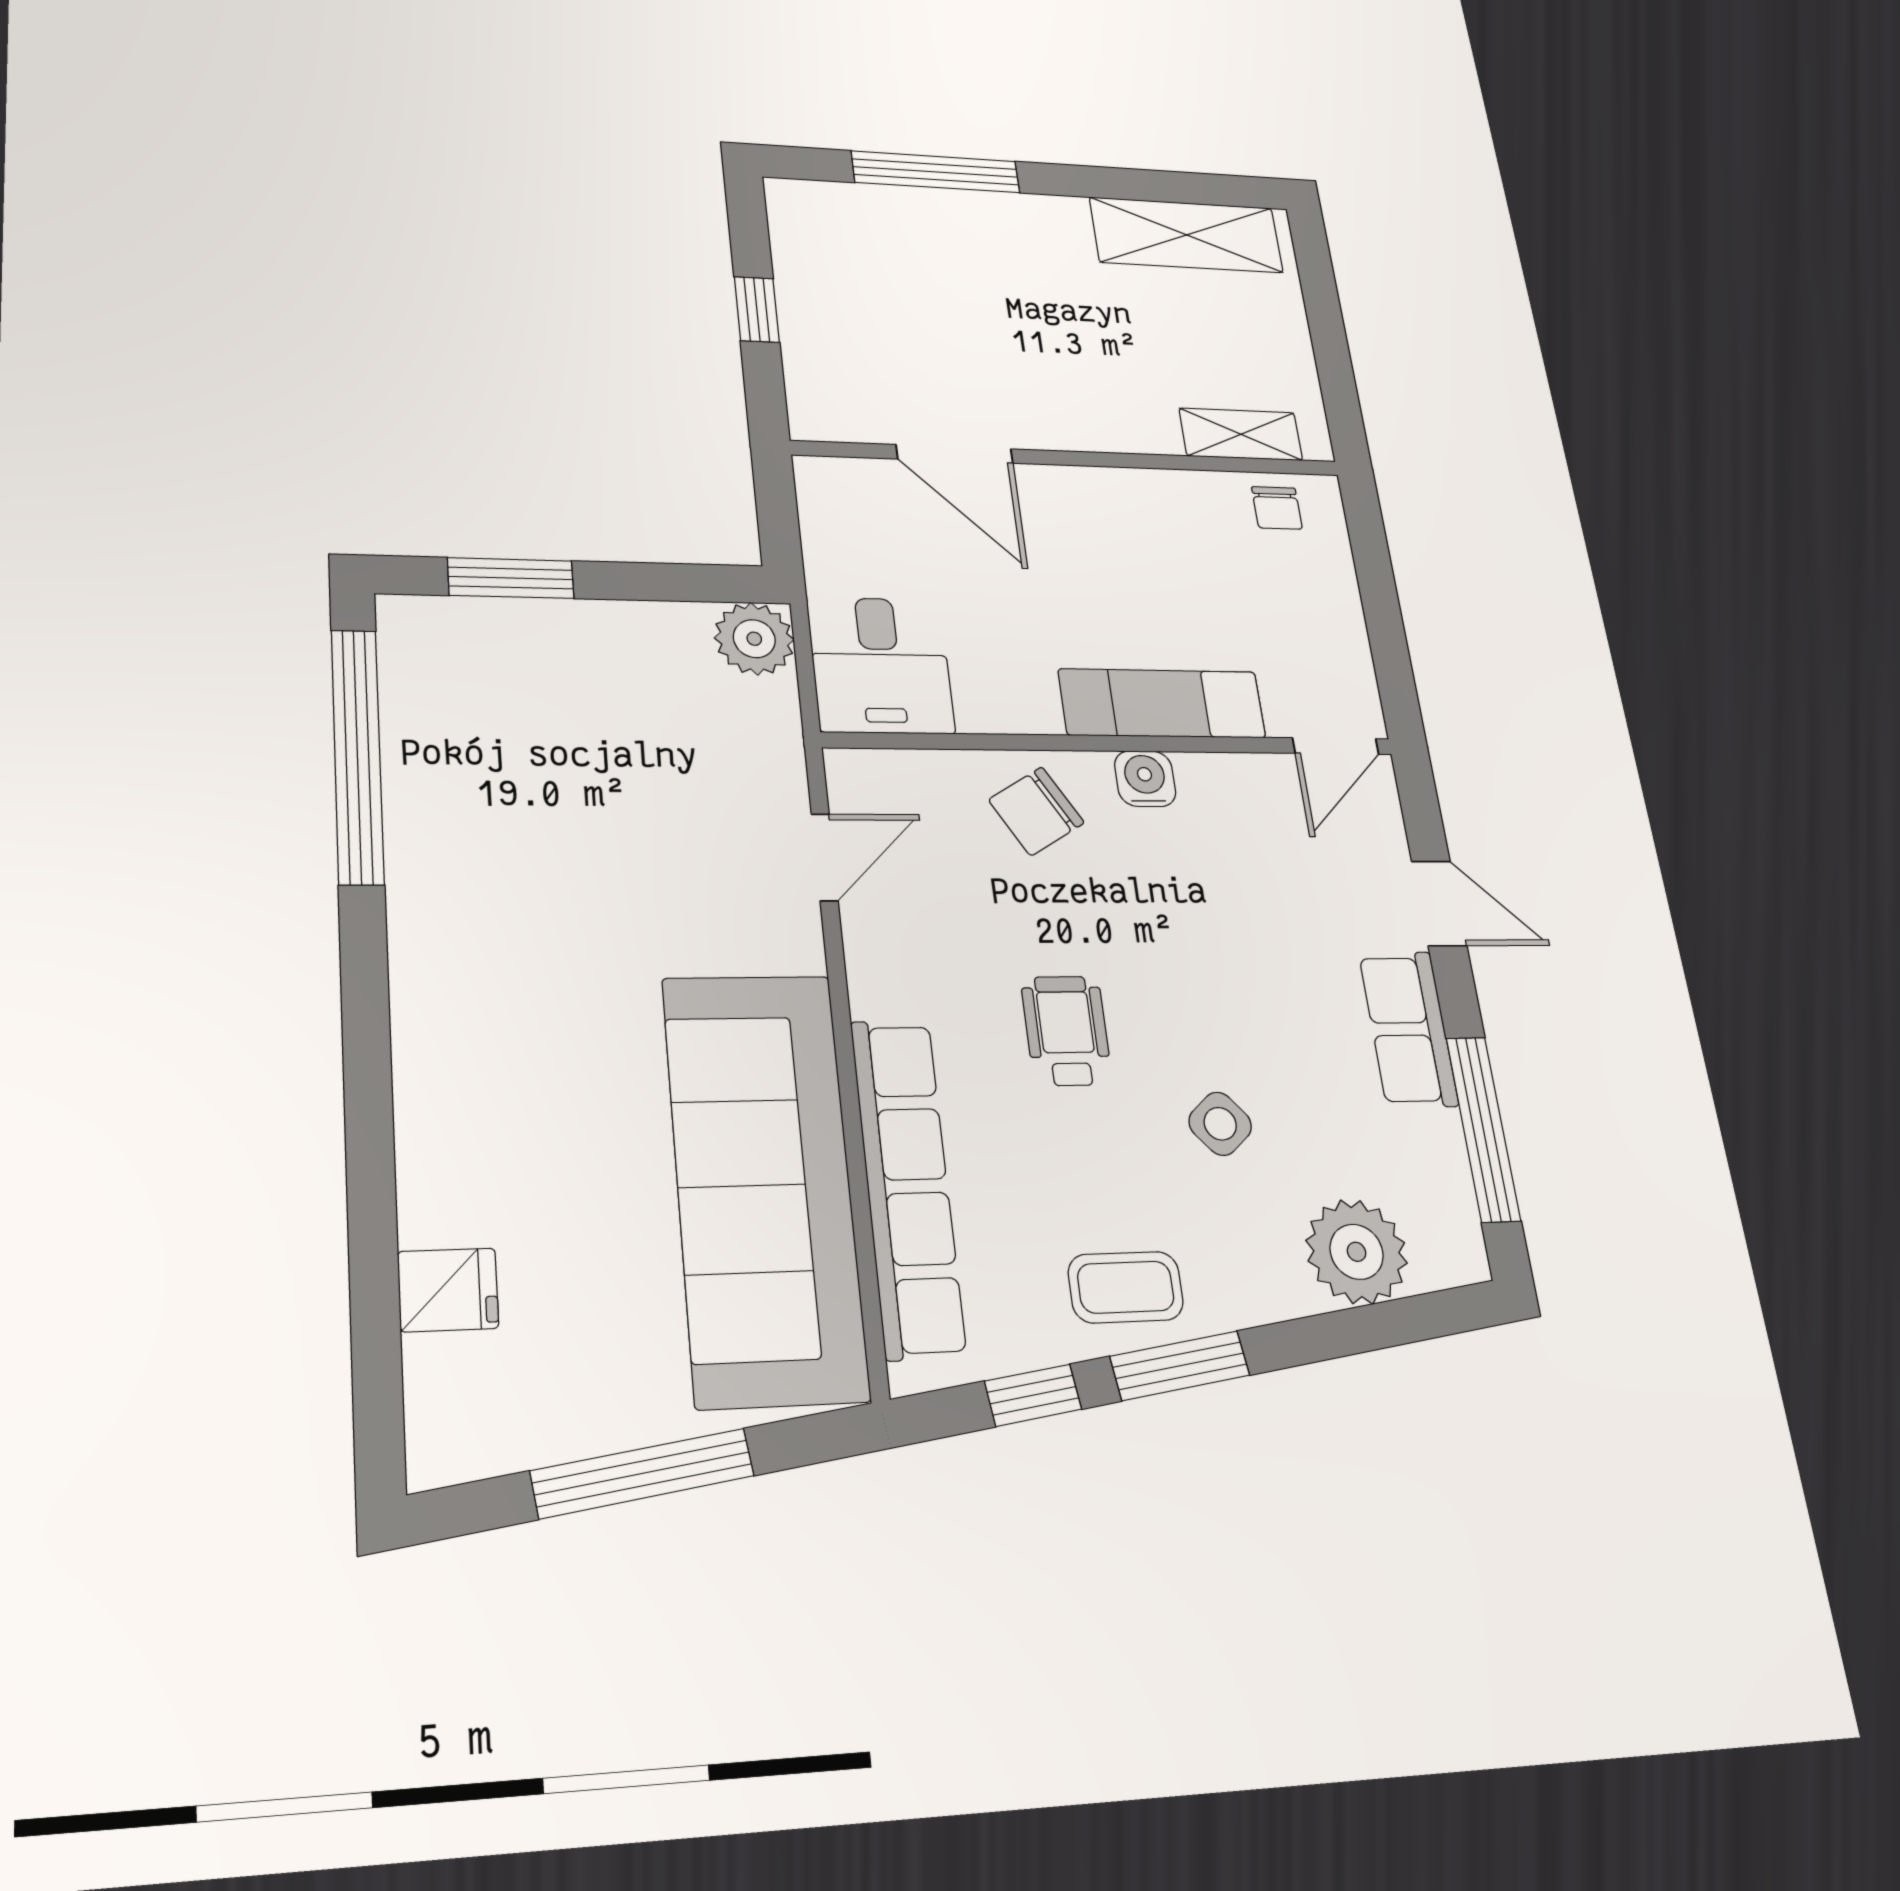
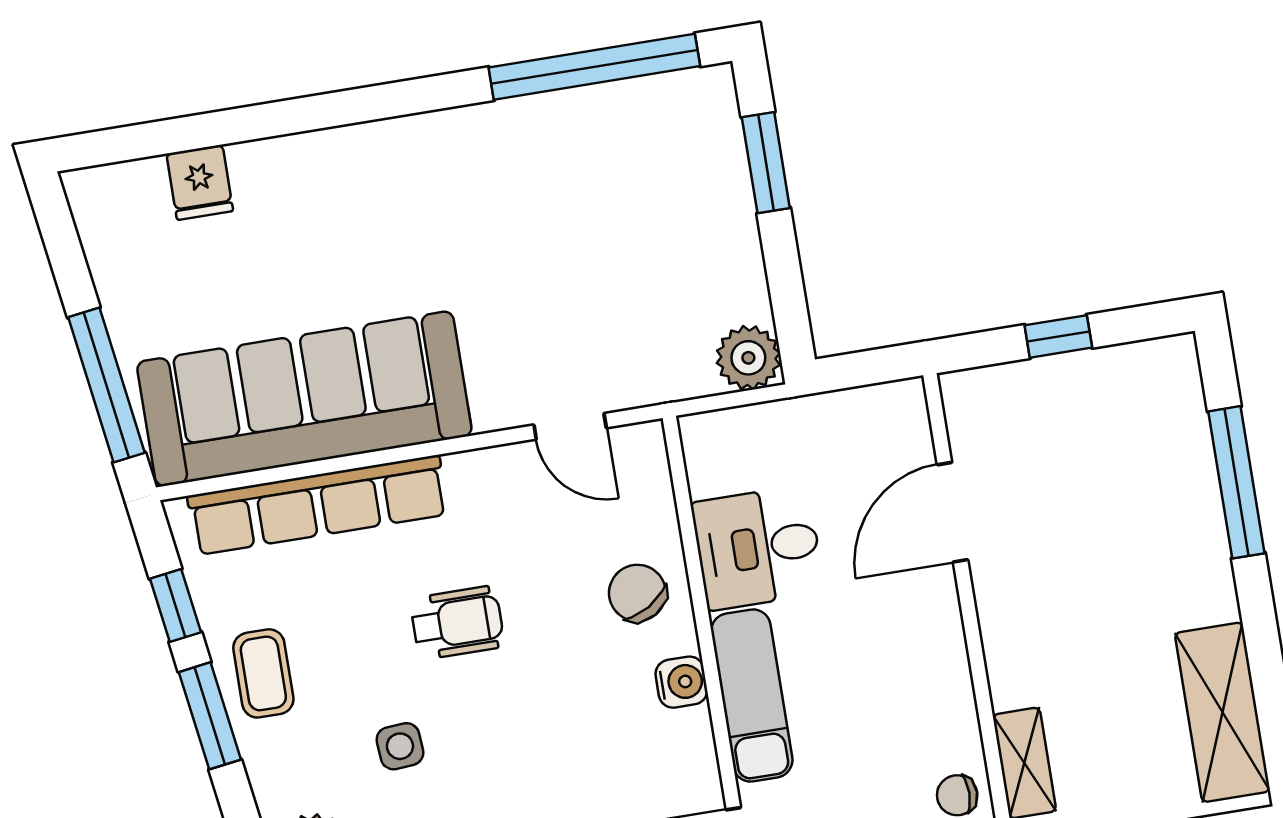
desk: (881, 665) -> (758, 548), moved
side table: (1220, 1124) -> (400, 746), turned 37
window: (643, 1473) -> (106, 385), moved

